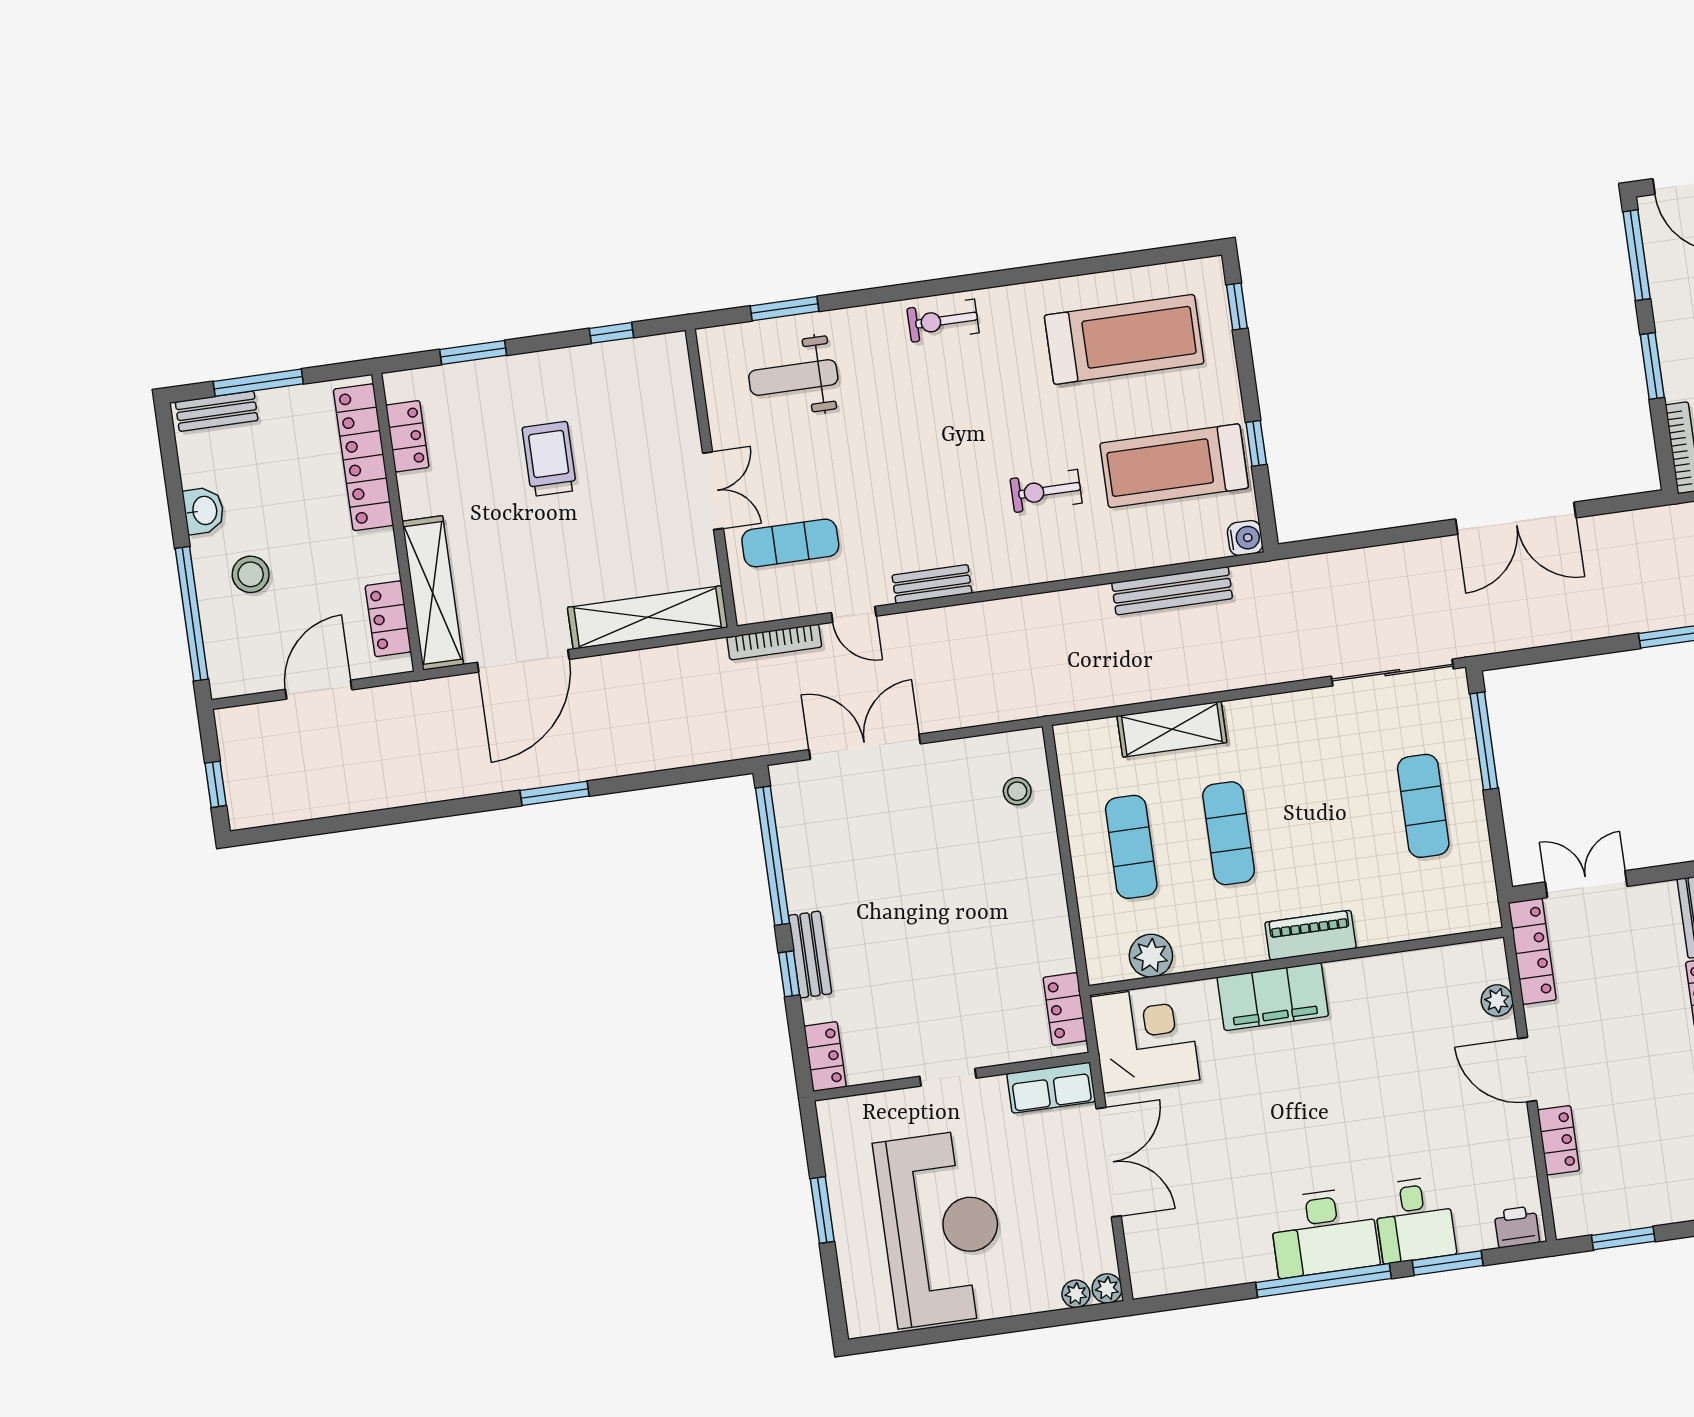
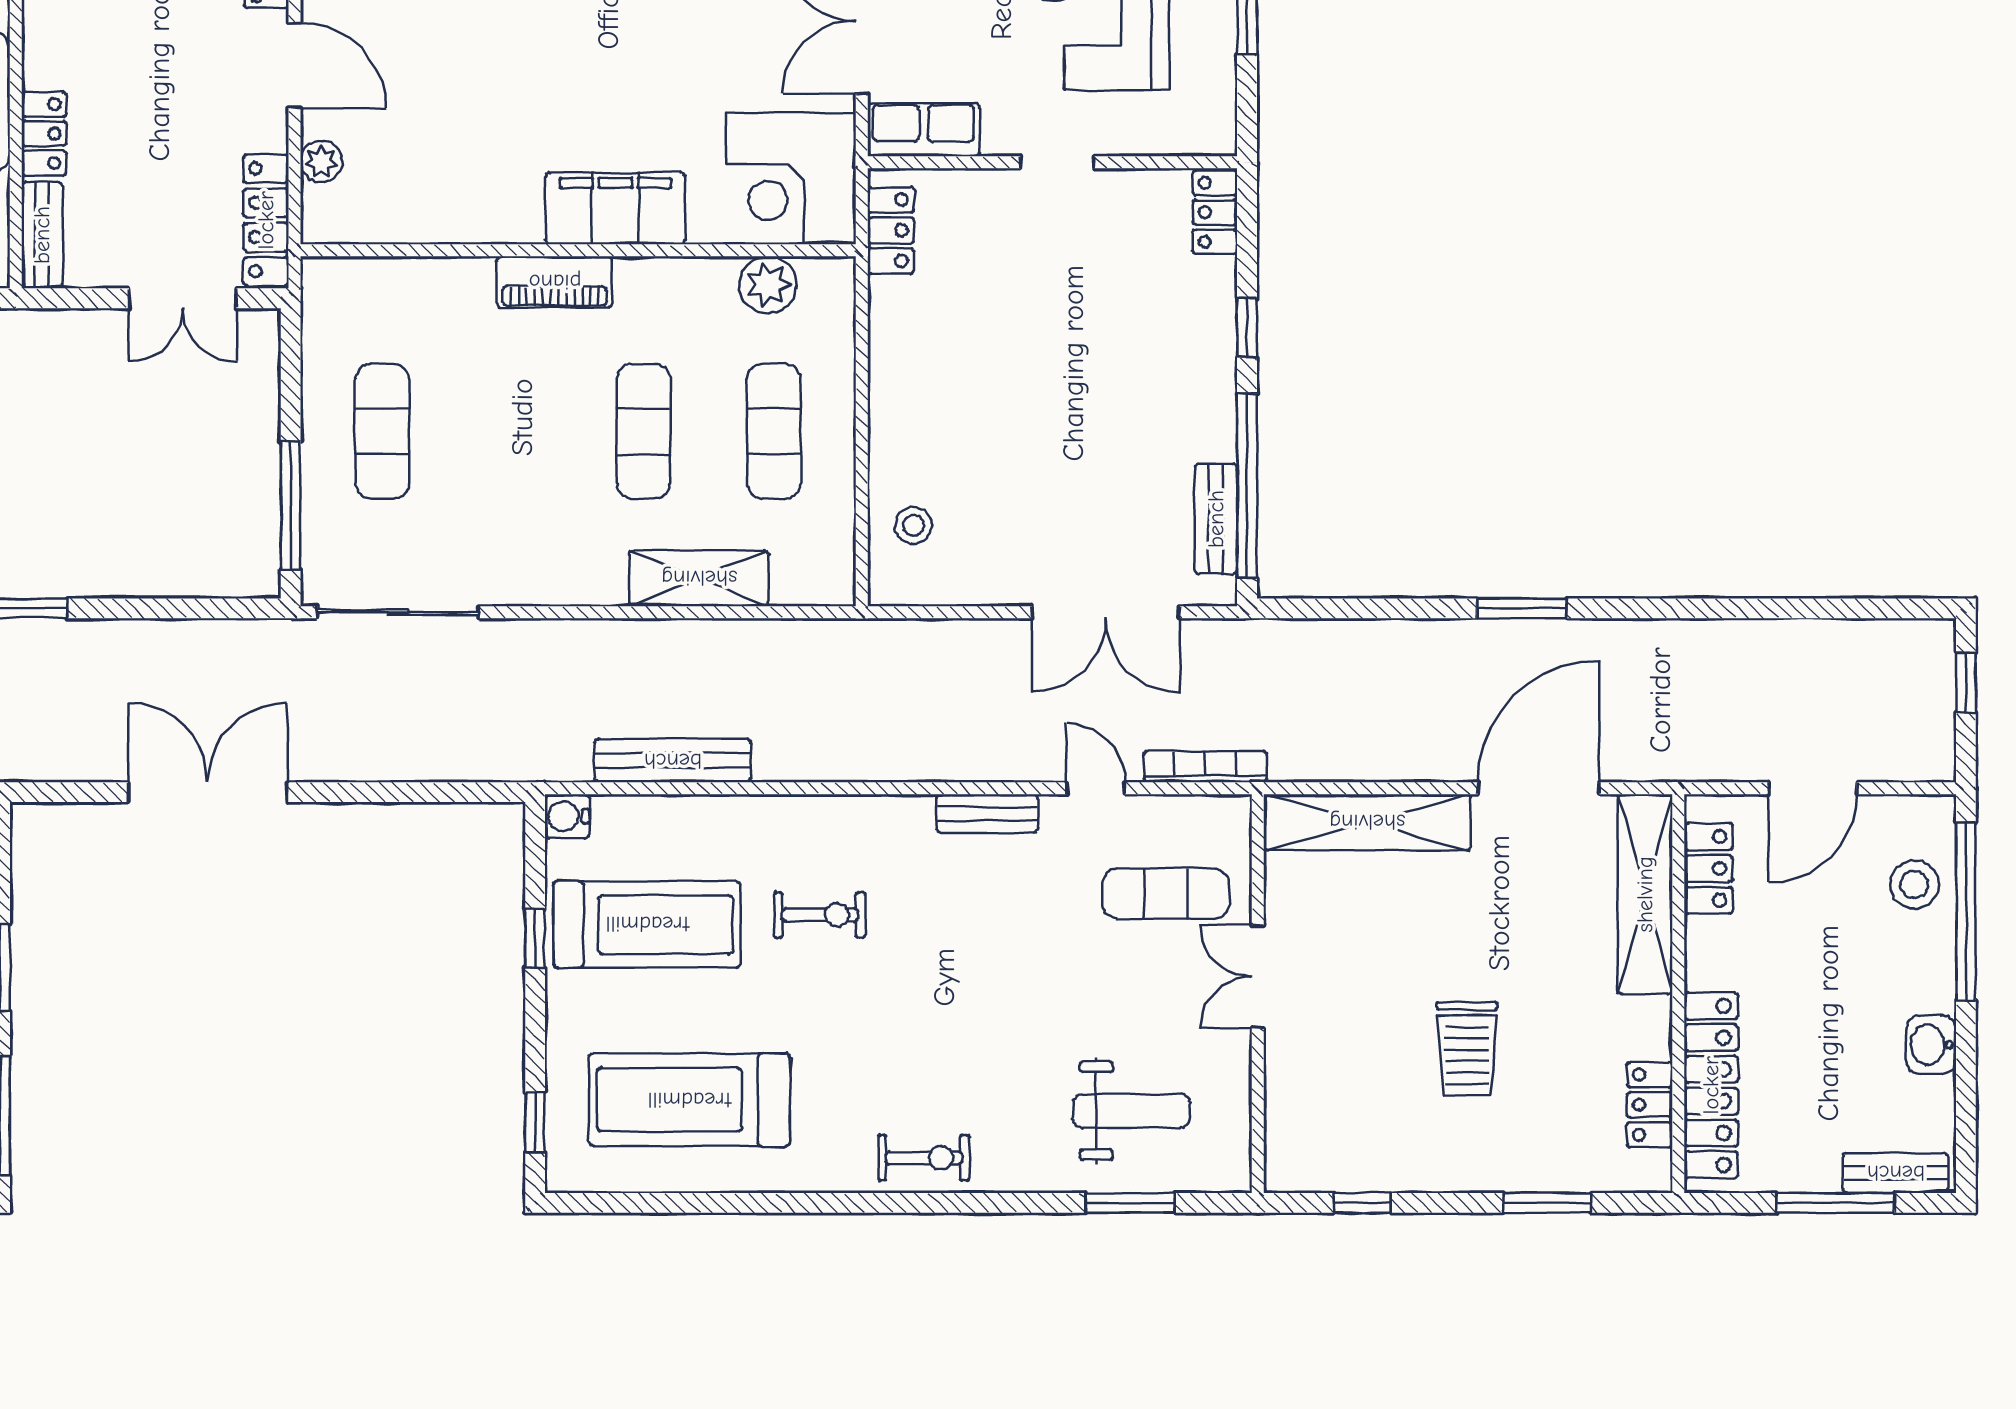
stool: (251, 574) -> (1914, 885), moved
bench: (810, 955) -> (1216, 519), moved

